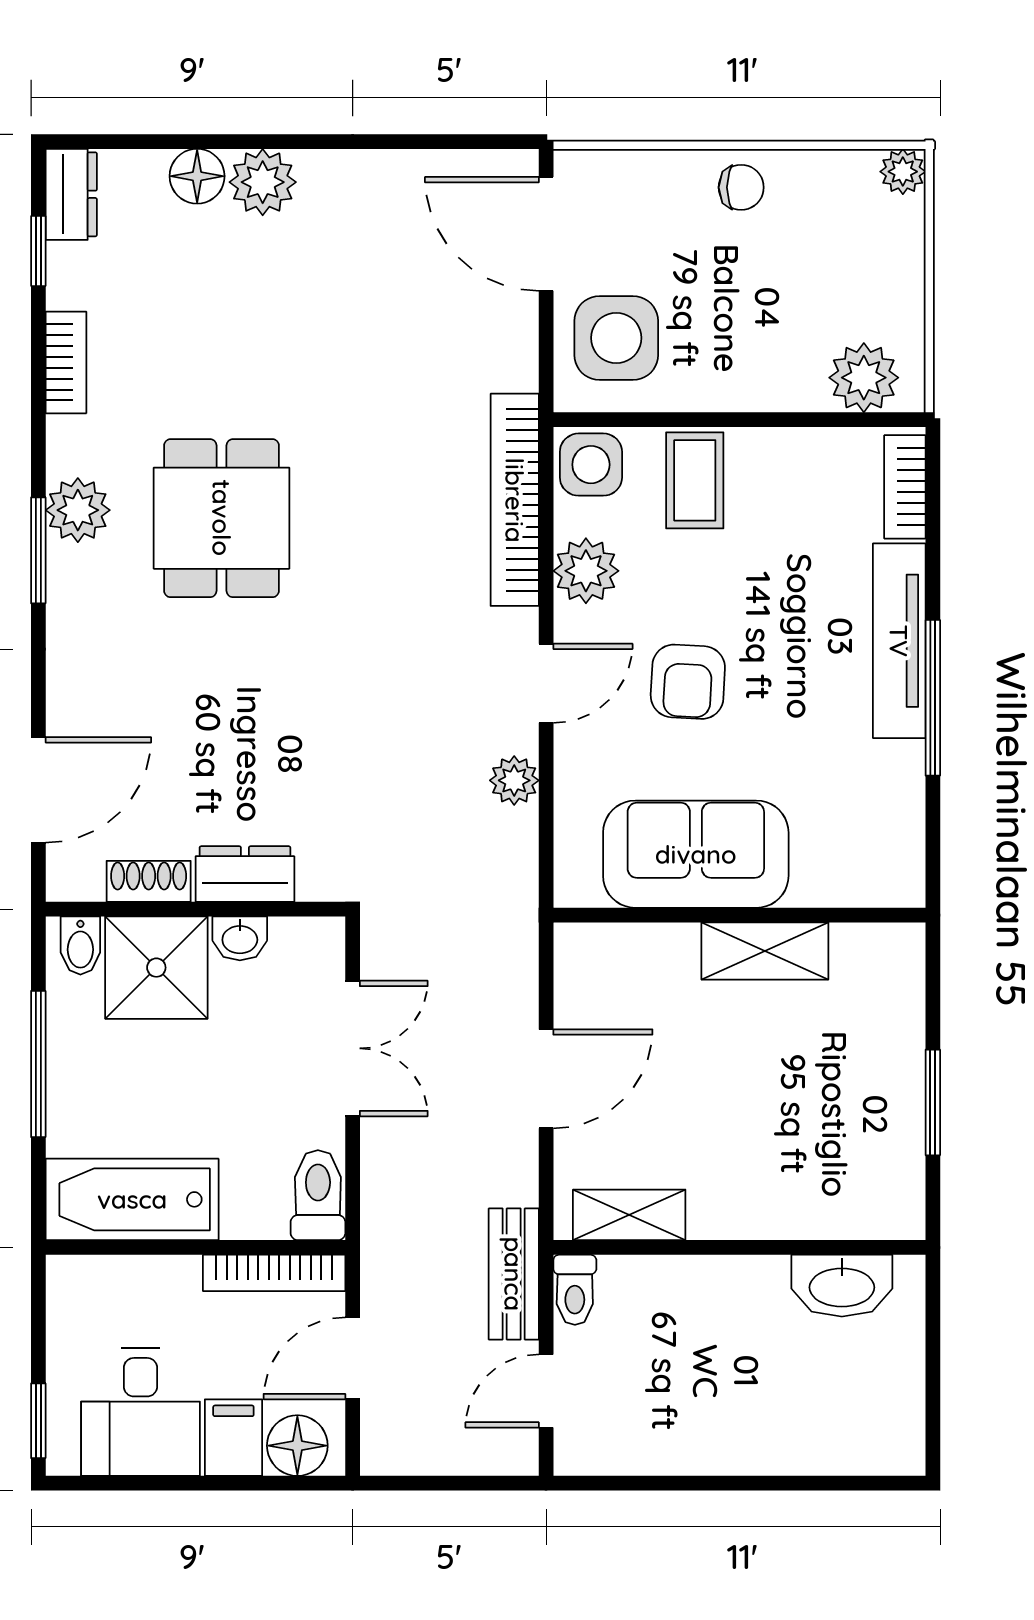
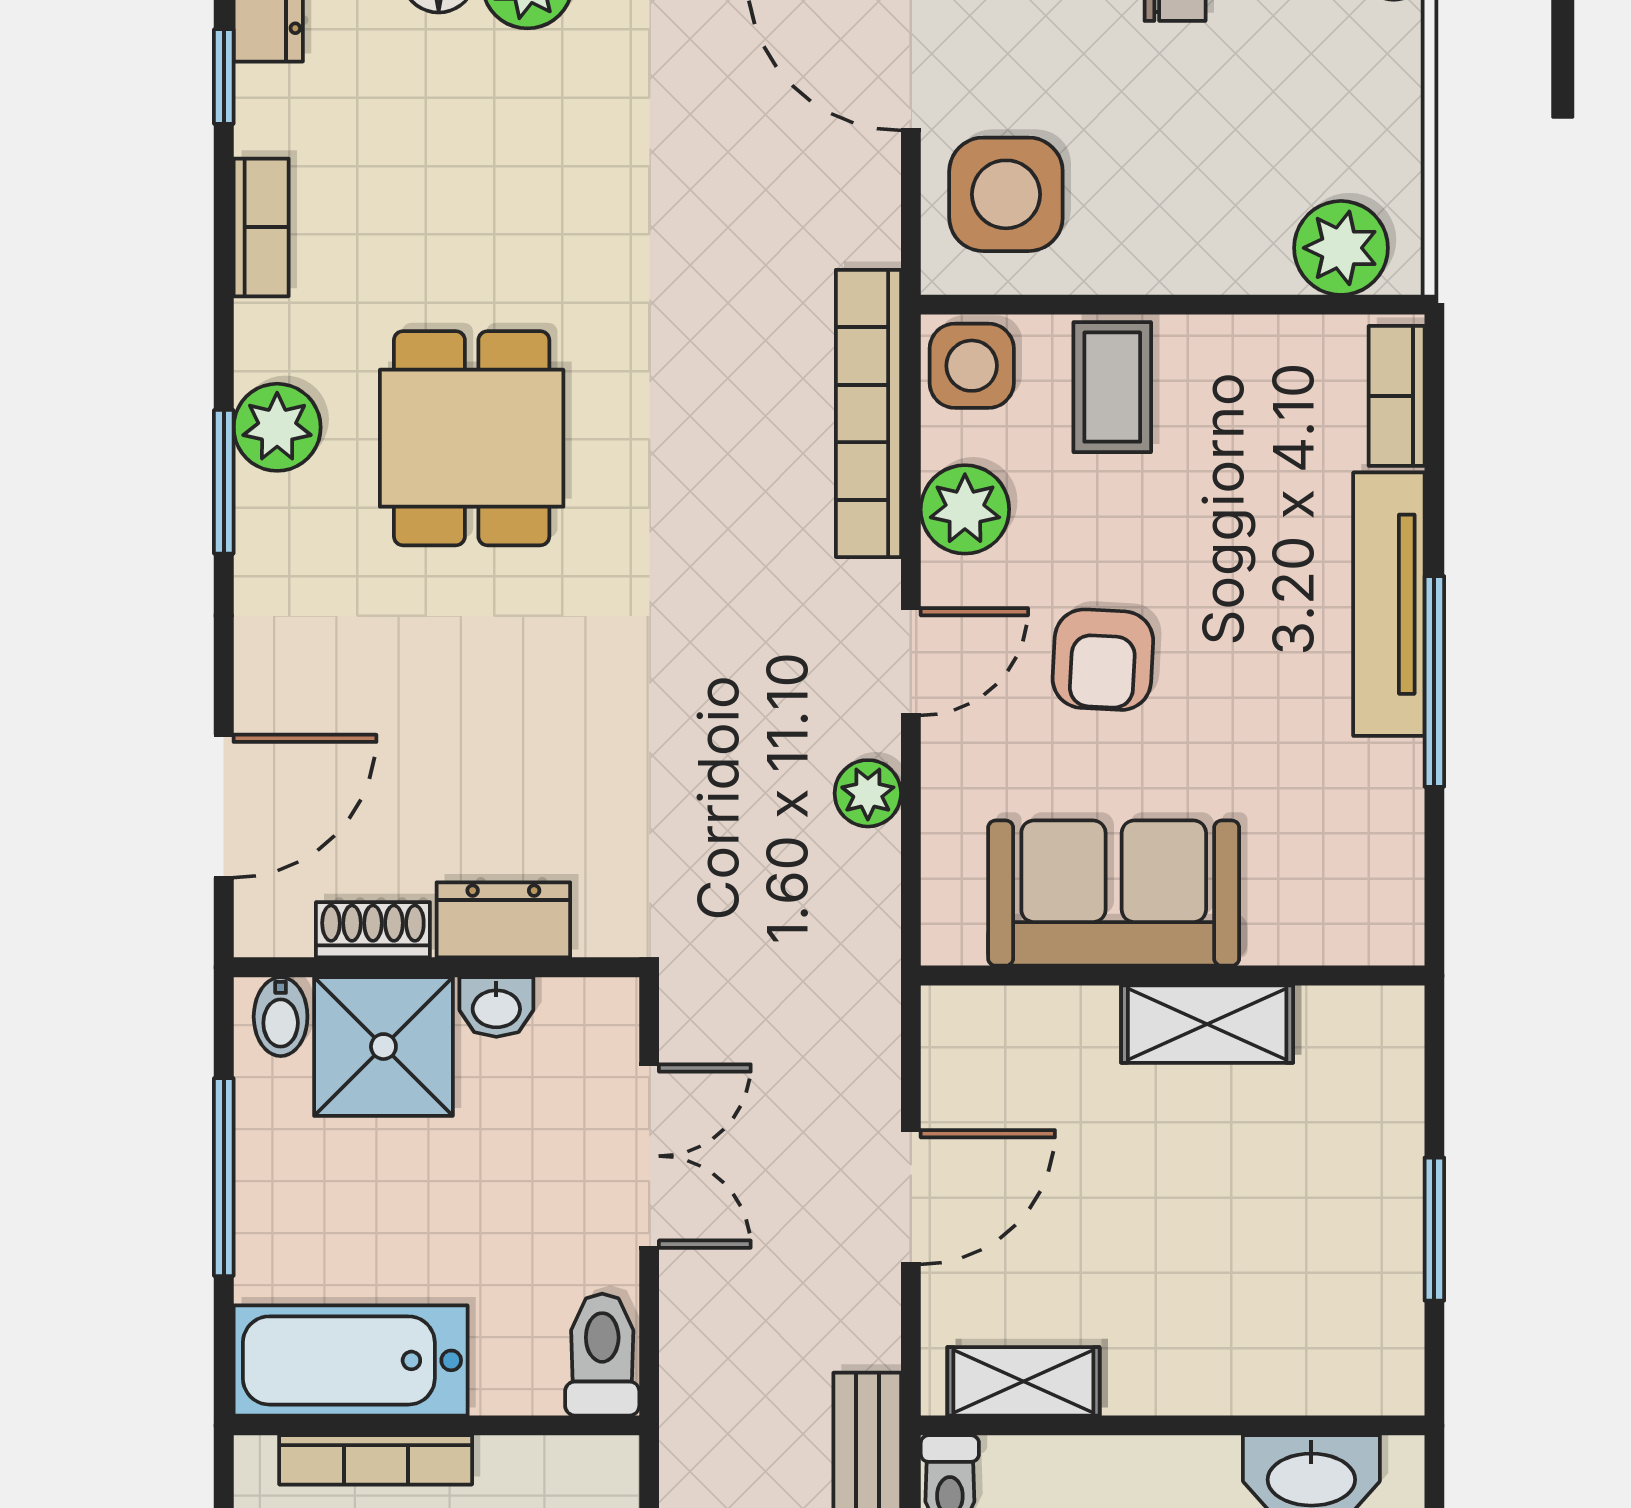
bookcase: (274, 1273) -> (376, 1460), moved

